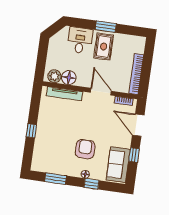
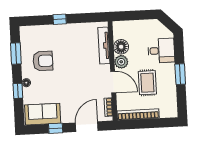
rug: (104, 47) -> (147, 83), moved, turned 90
plant: (54, 76) -> (121, 62), moved
door: (101, 92) -> (113, 82), hinge flipped
armchair: (85, 149) -> (43, 61), moved

